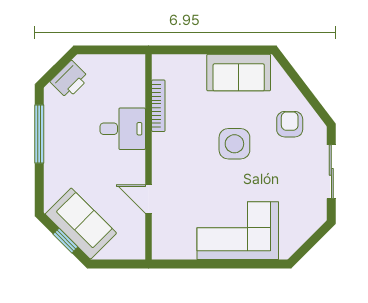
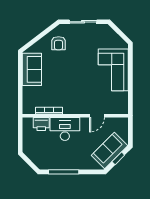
printer: (70, 80) -> (41, 124), moved, turned 135
armchair: (290, 124) -> (59, 43), turned -90
desk: (123, 129) -> (65, 129), width x1.37
side table: (234, 144) -> (69, 72), removed

